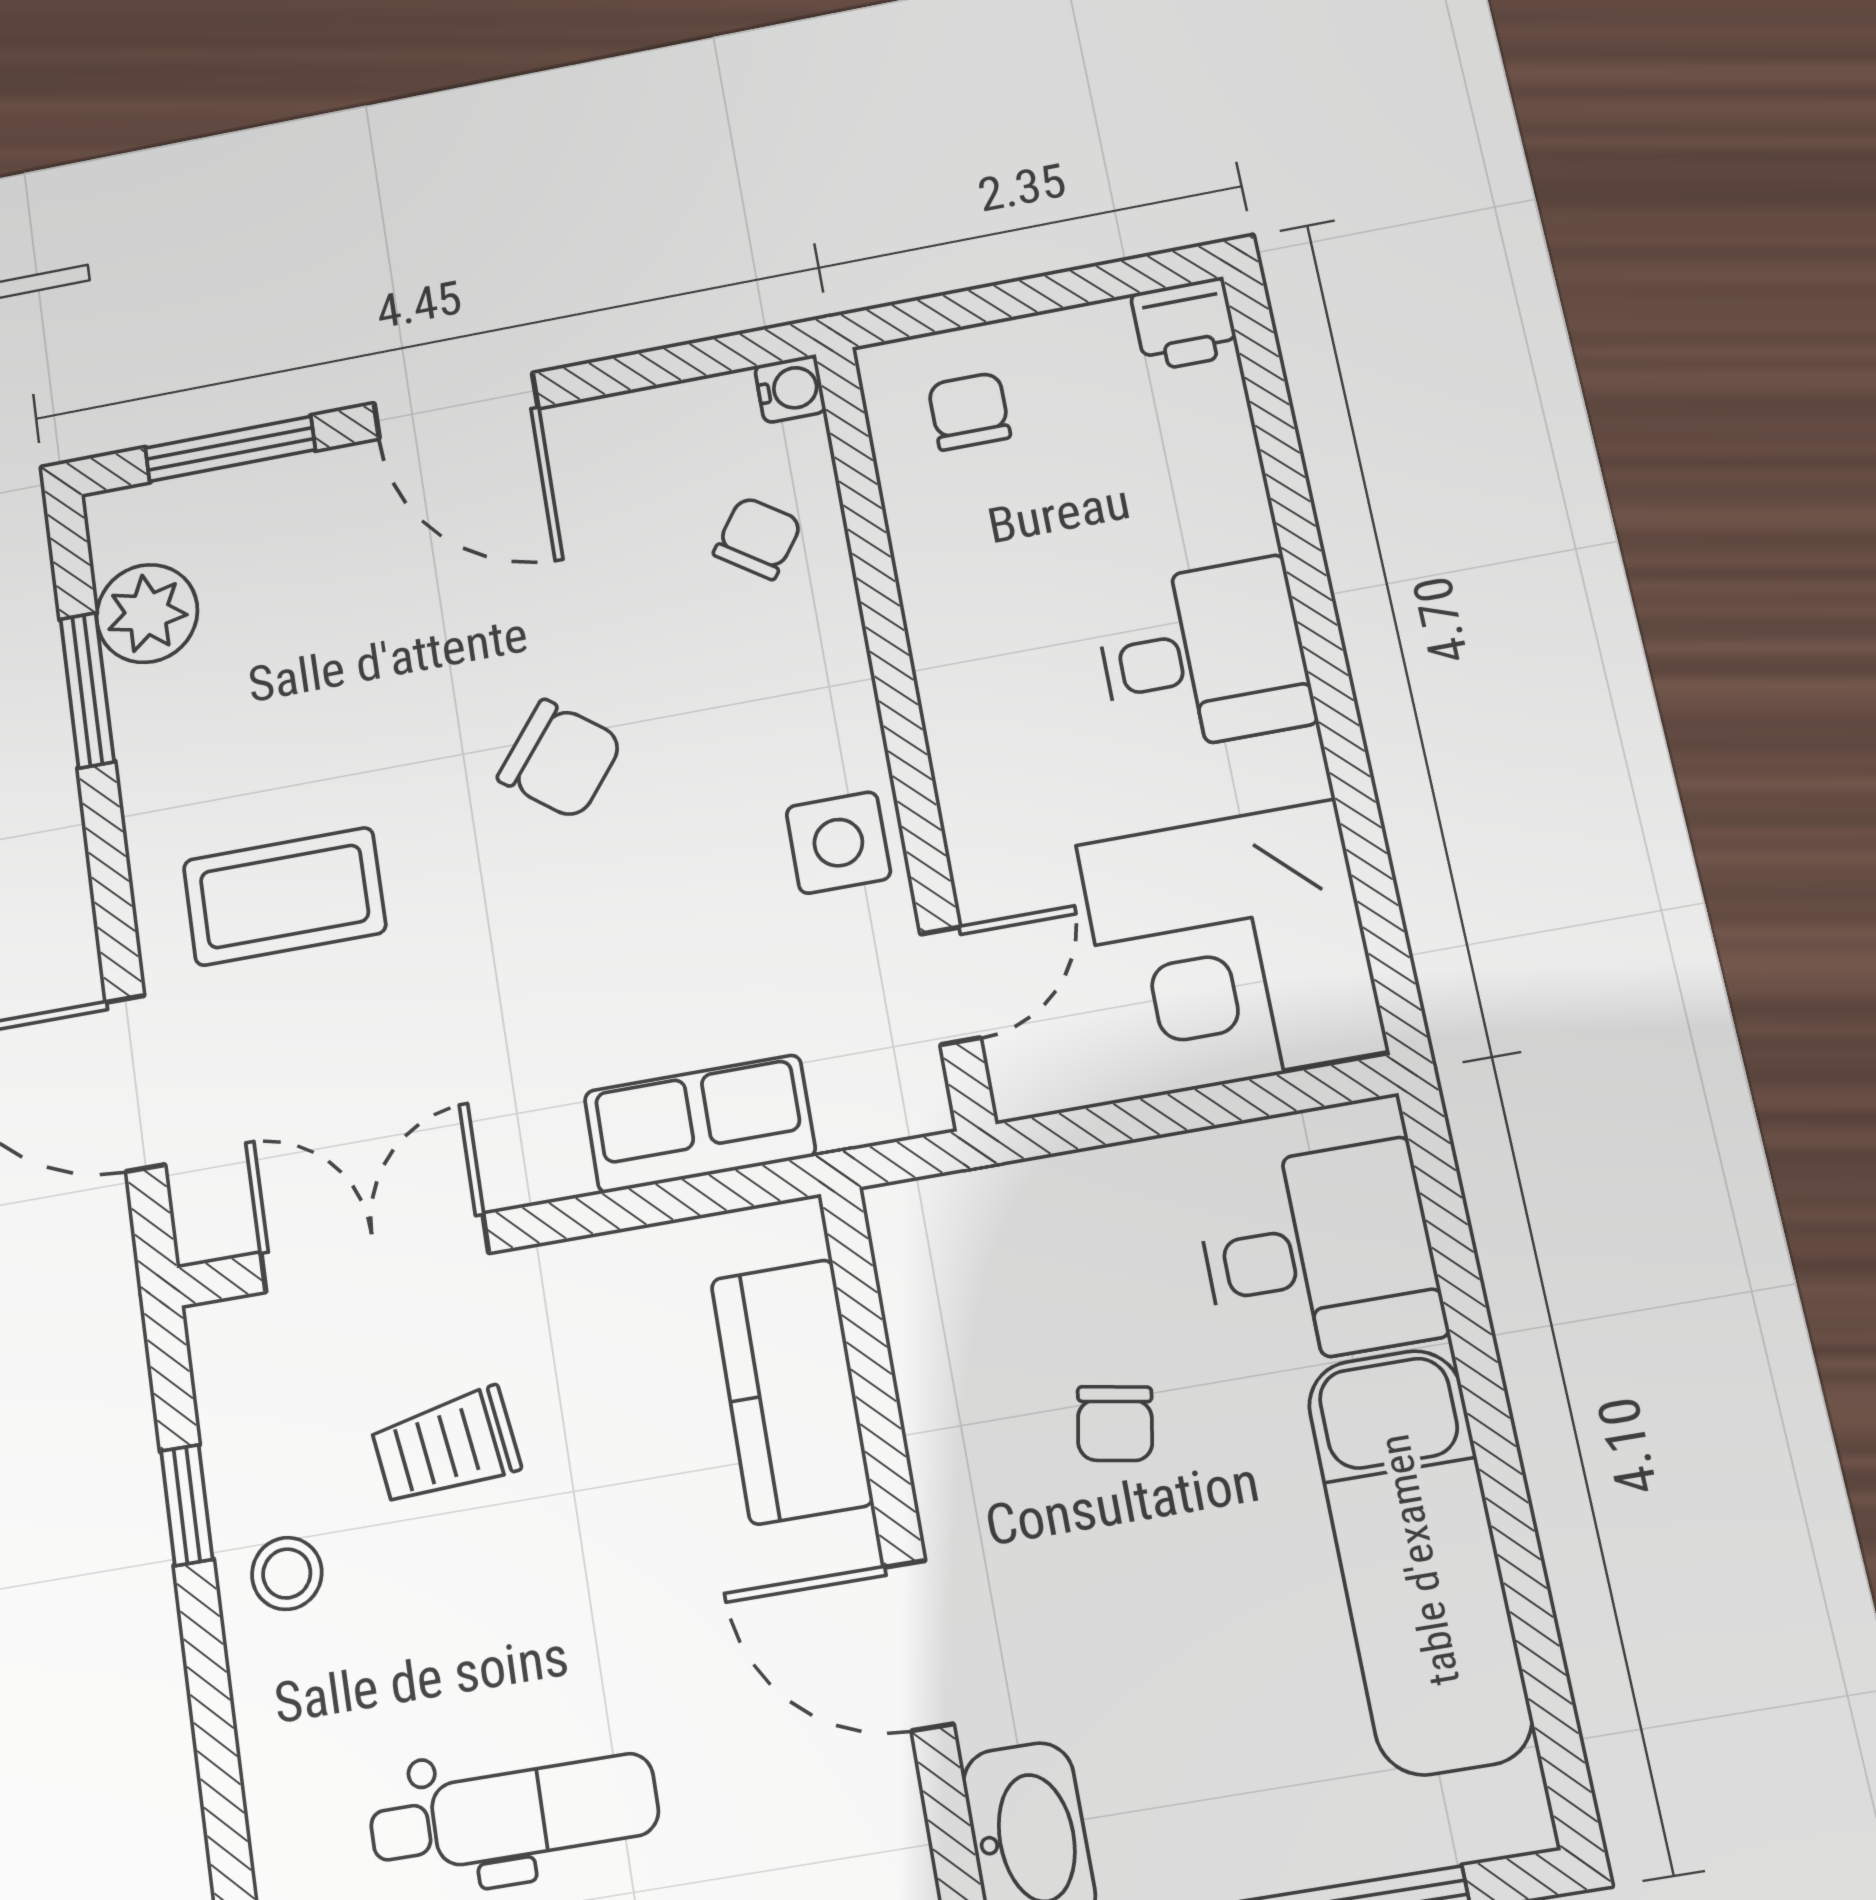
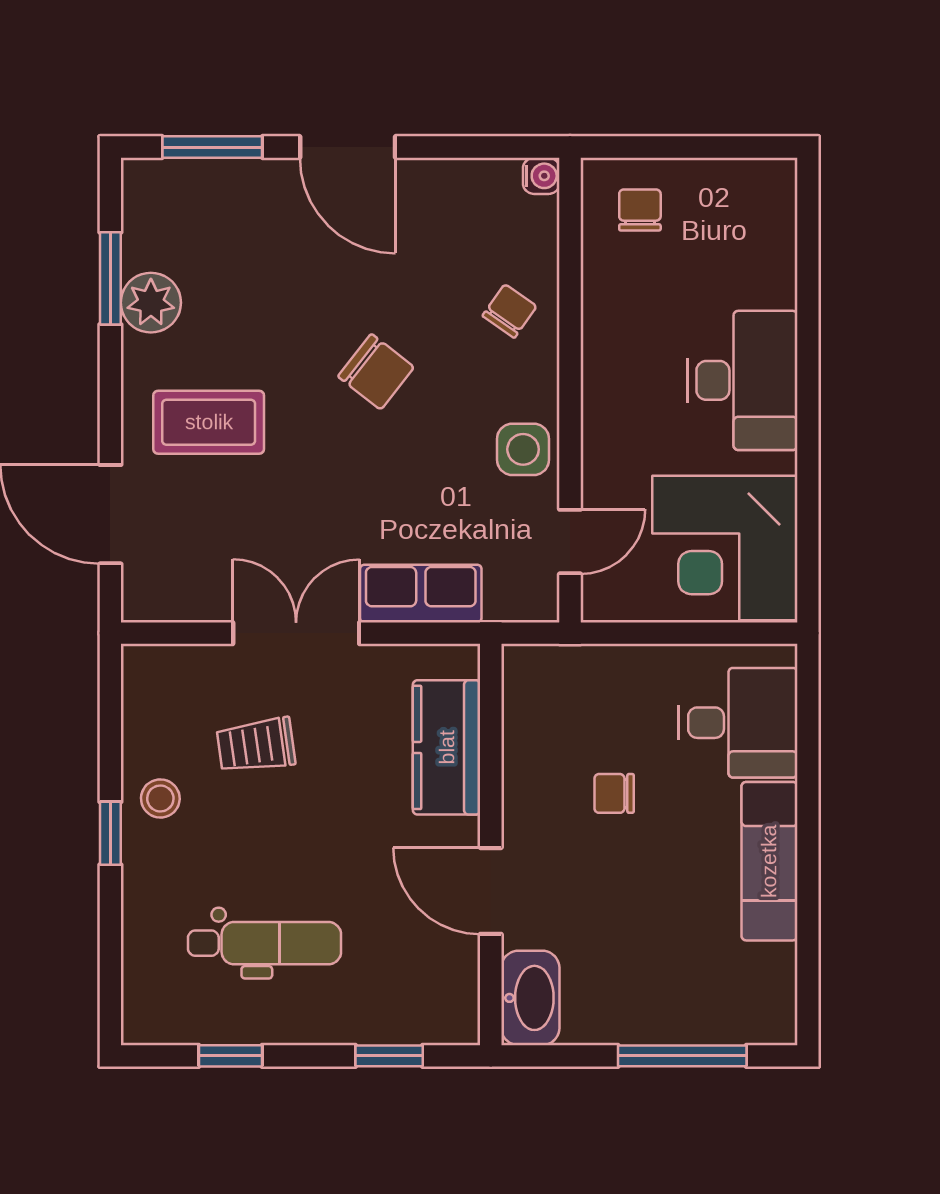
printer: (1185, 324) -> (770, 182), removed
chair: (758, 538) -> (510, 311), moved
plant: (147, 613) -> (151, 303), moved
desk: (1204, 656) -> (743, 380), width x1.37
double door: (374, 1253) -> (296, 633), moved
chair: (1115, 1424) -> (614, 793), turned 80
window: (187, 1505) -> (110, 833), moved
exam couch: (1419, 1560) -> (769, 861), width x0.73, depth x0.69

